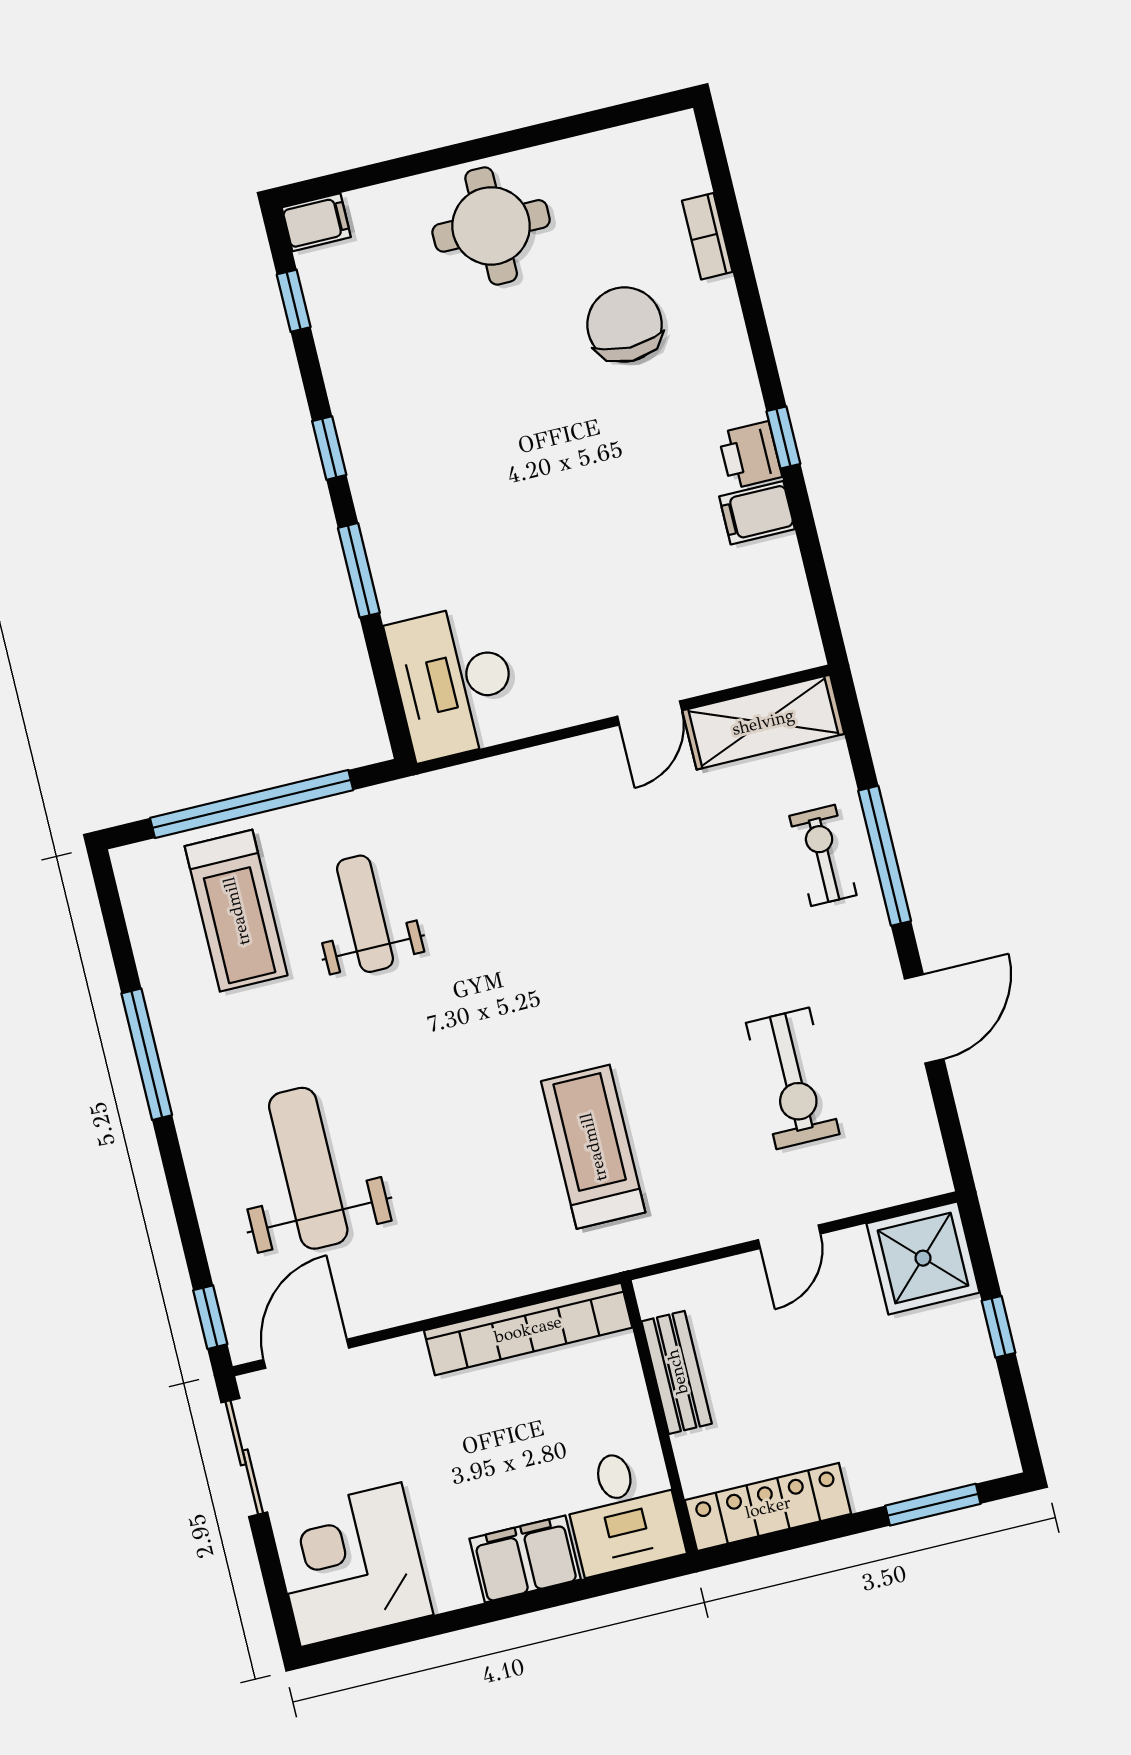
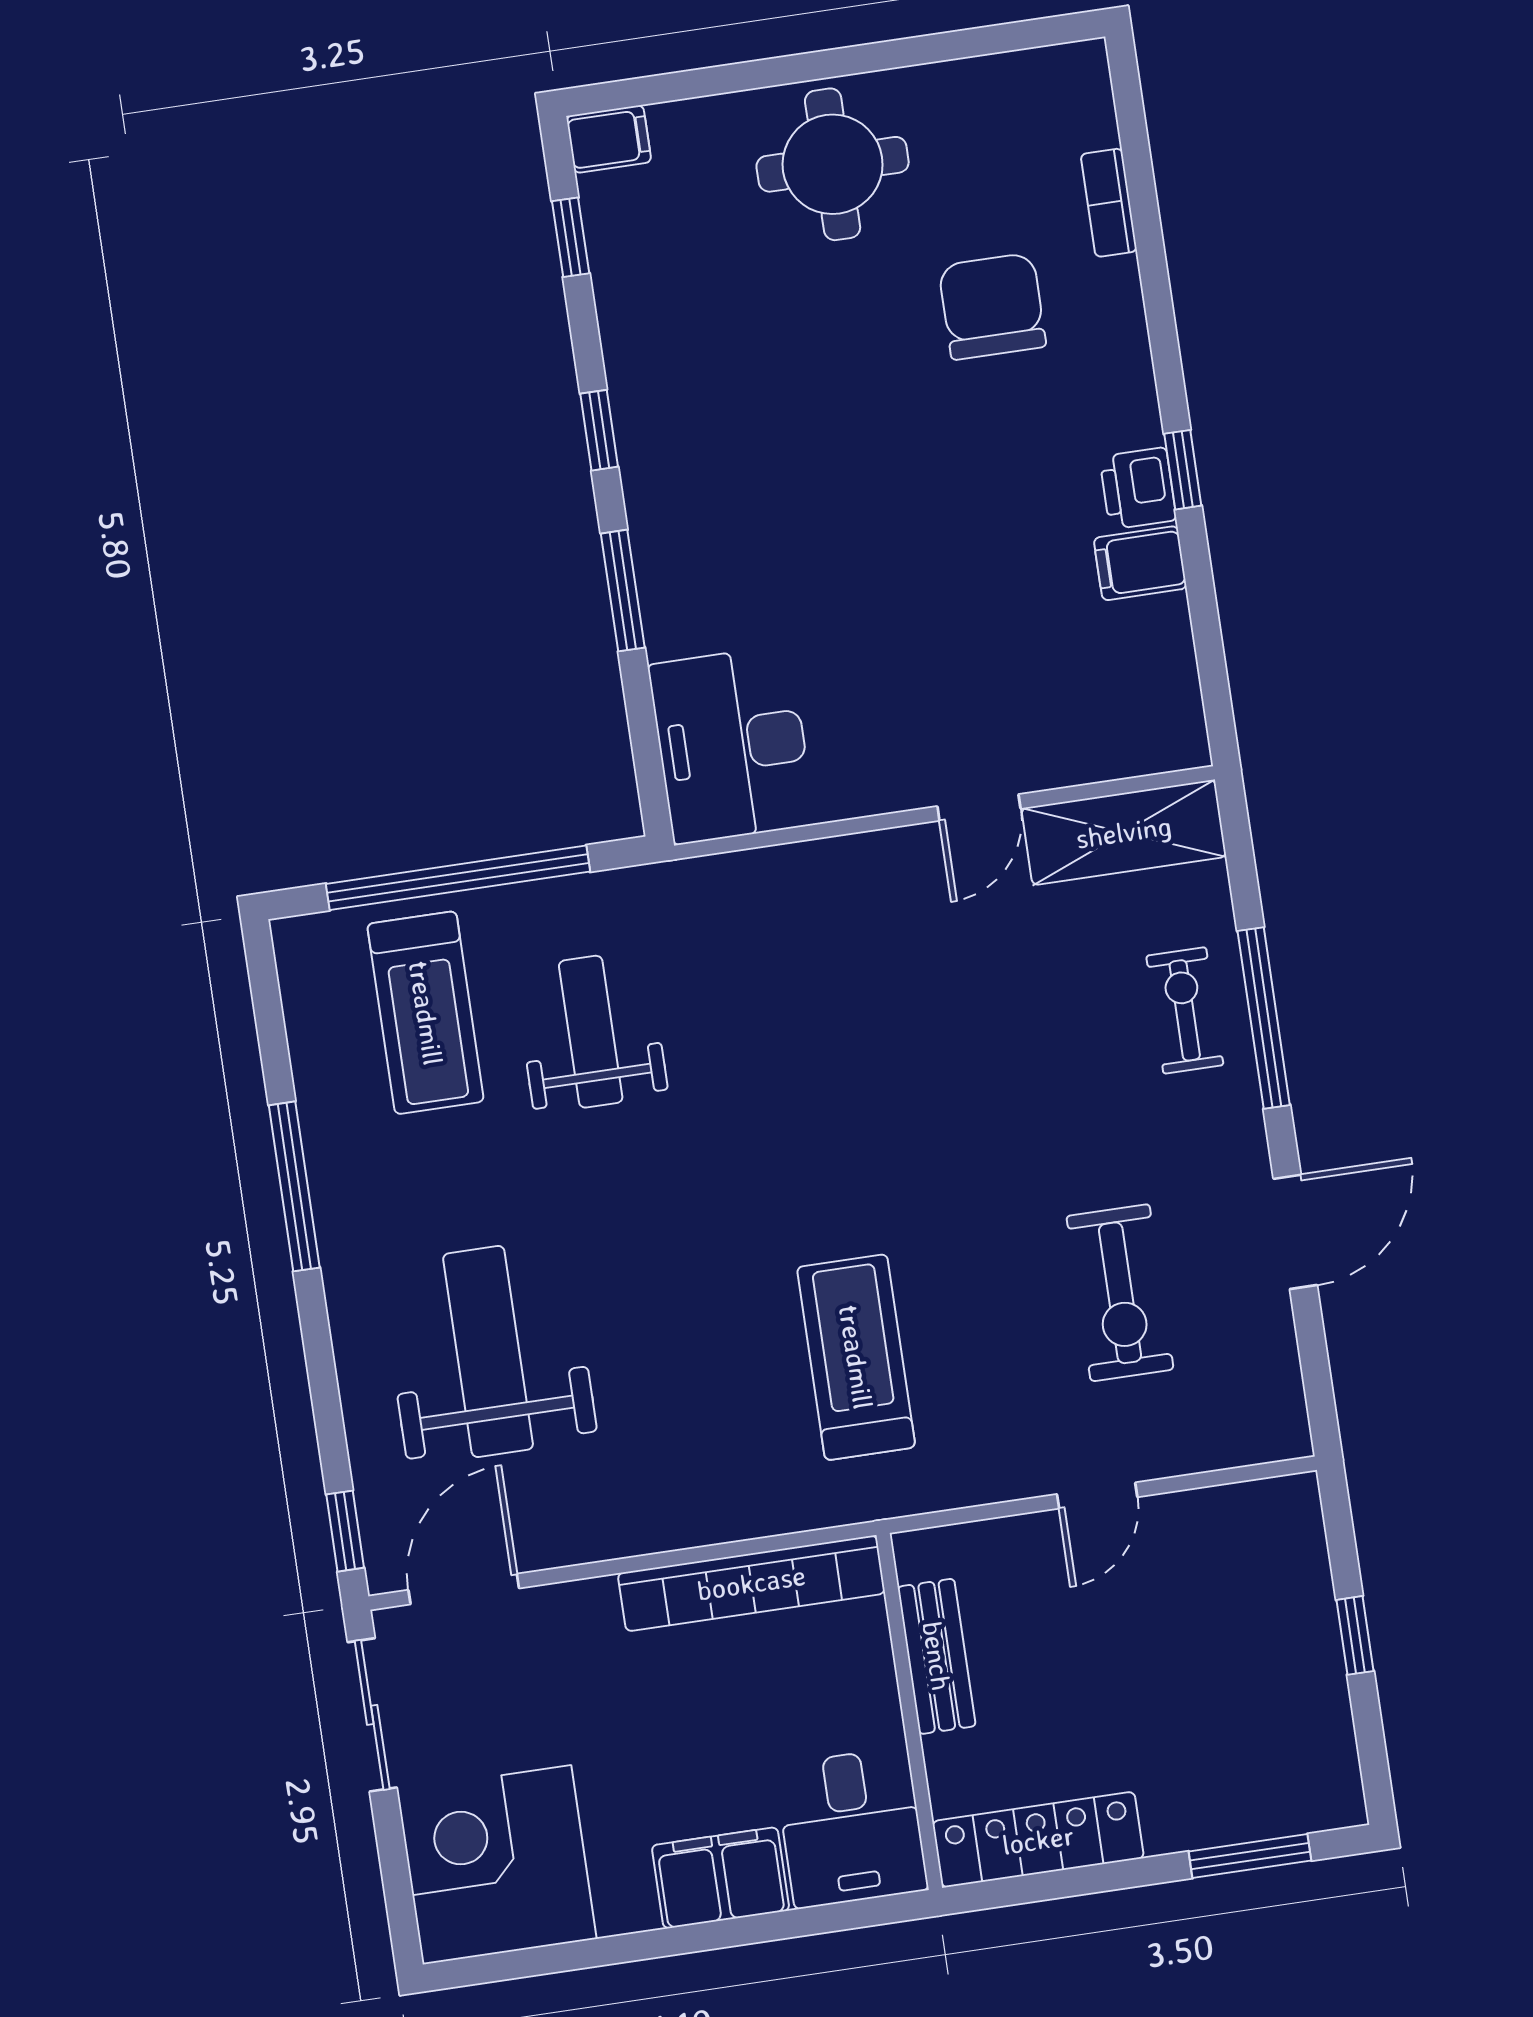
shower: (923, 1258) -> (1266, 1538), removed

